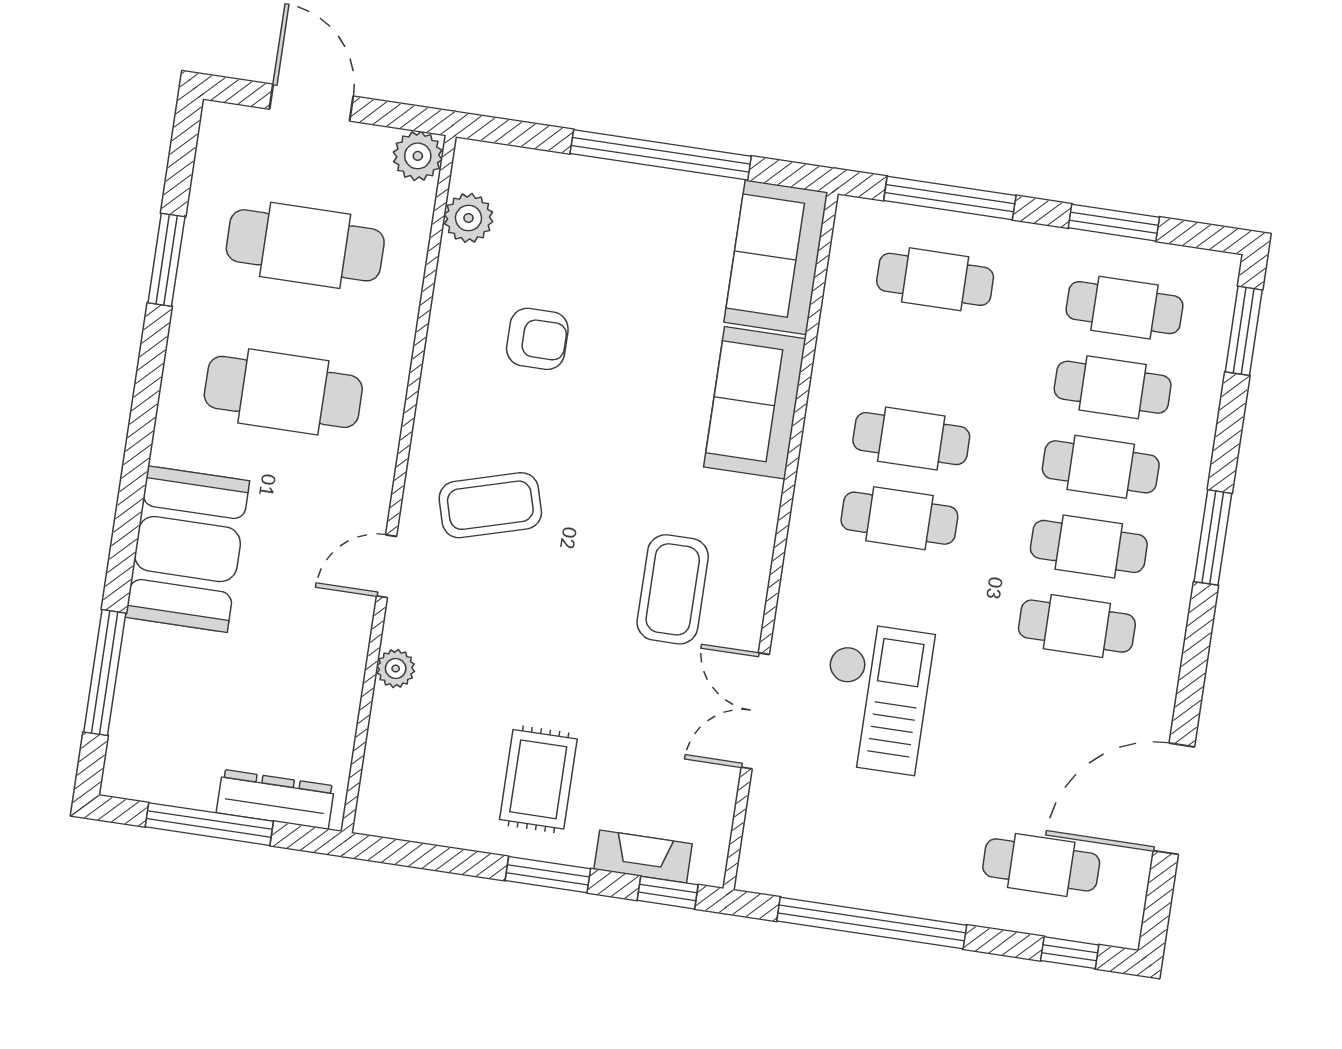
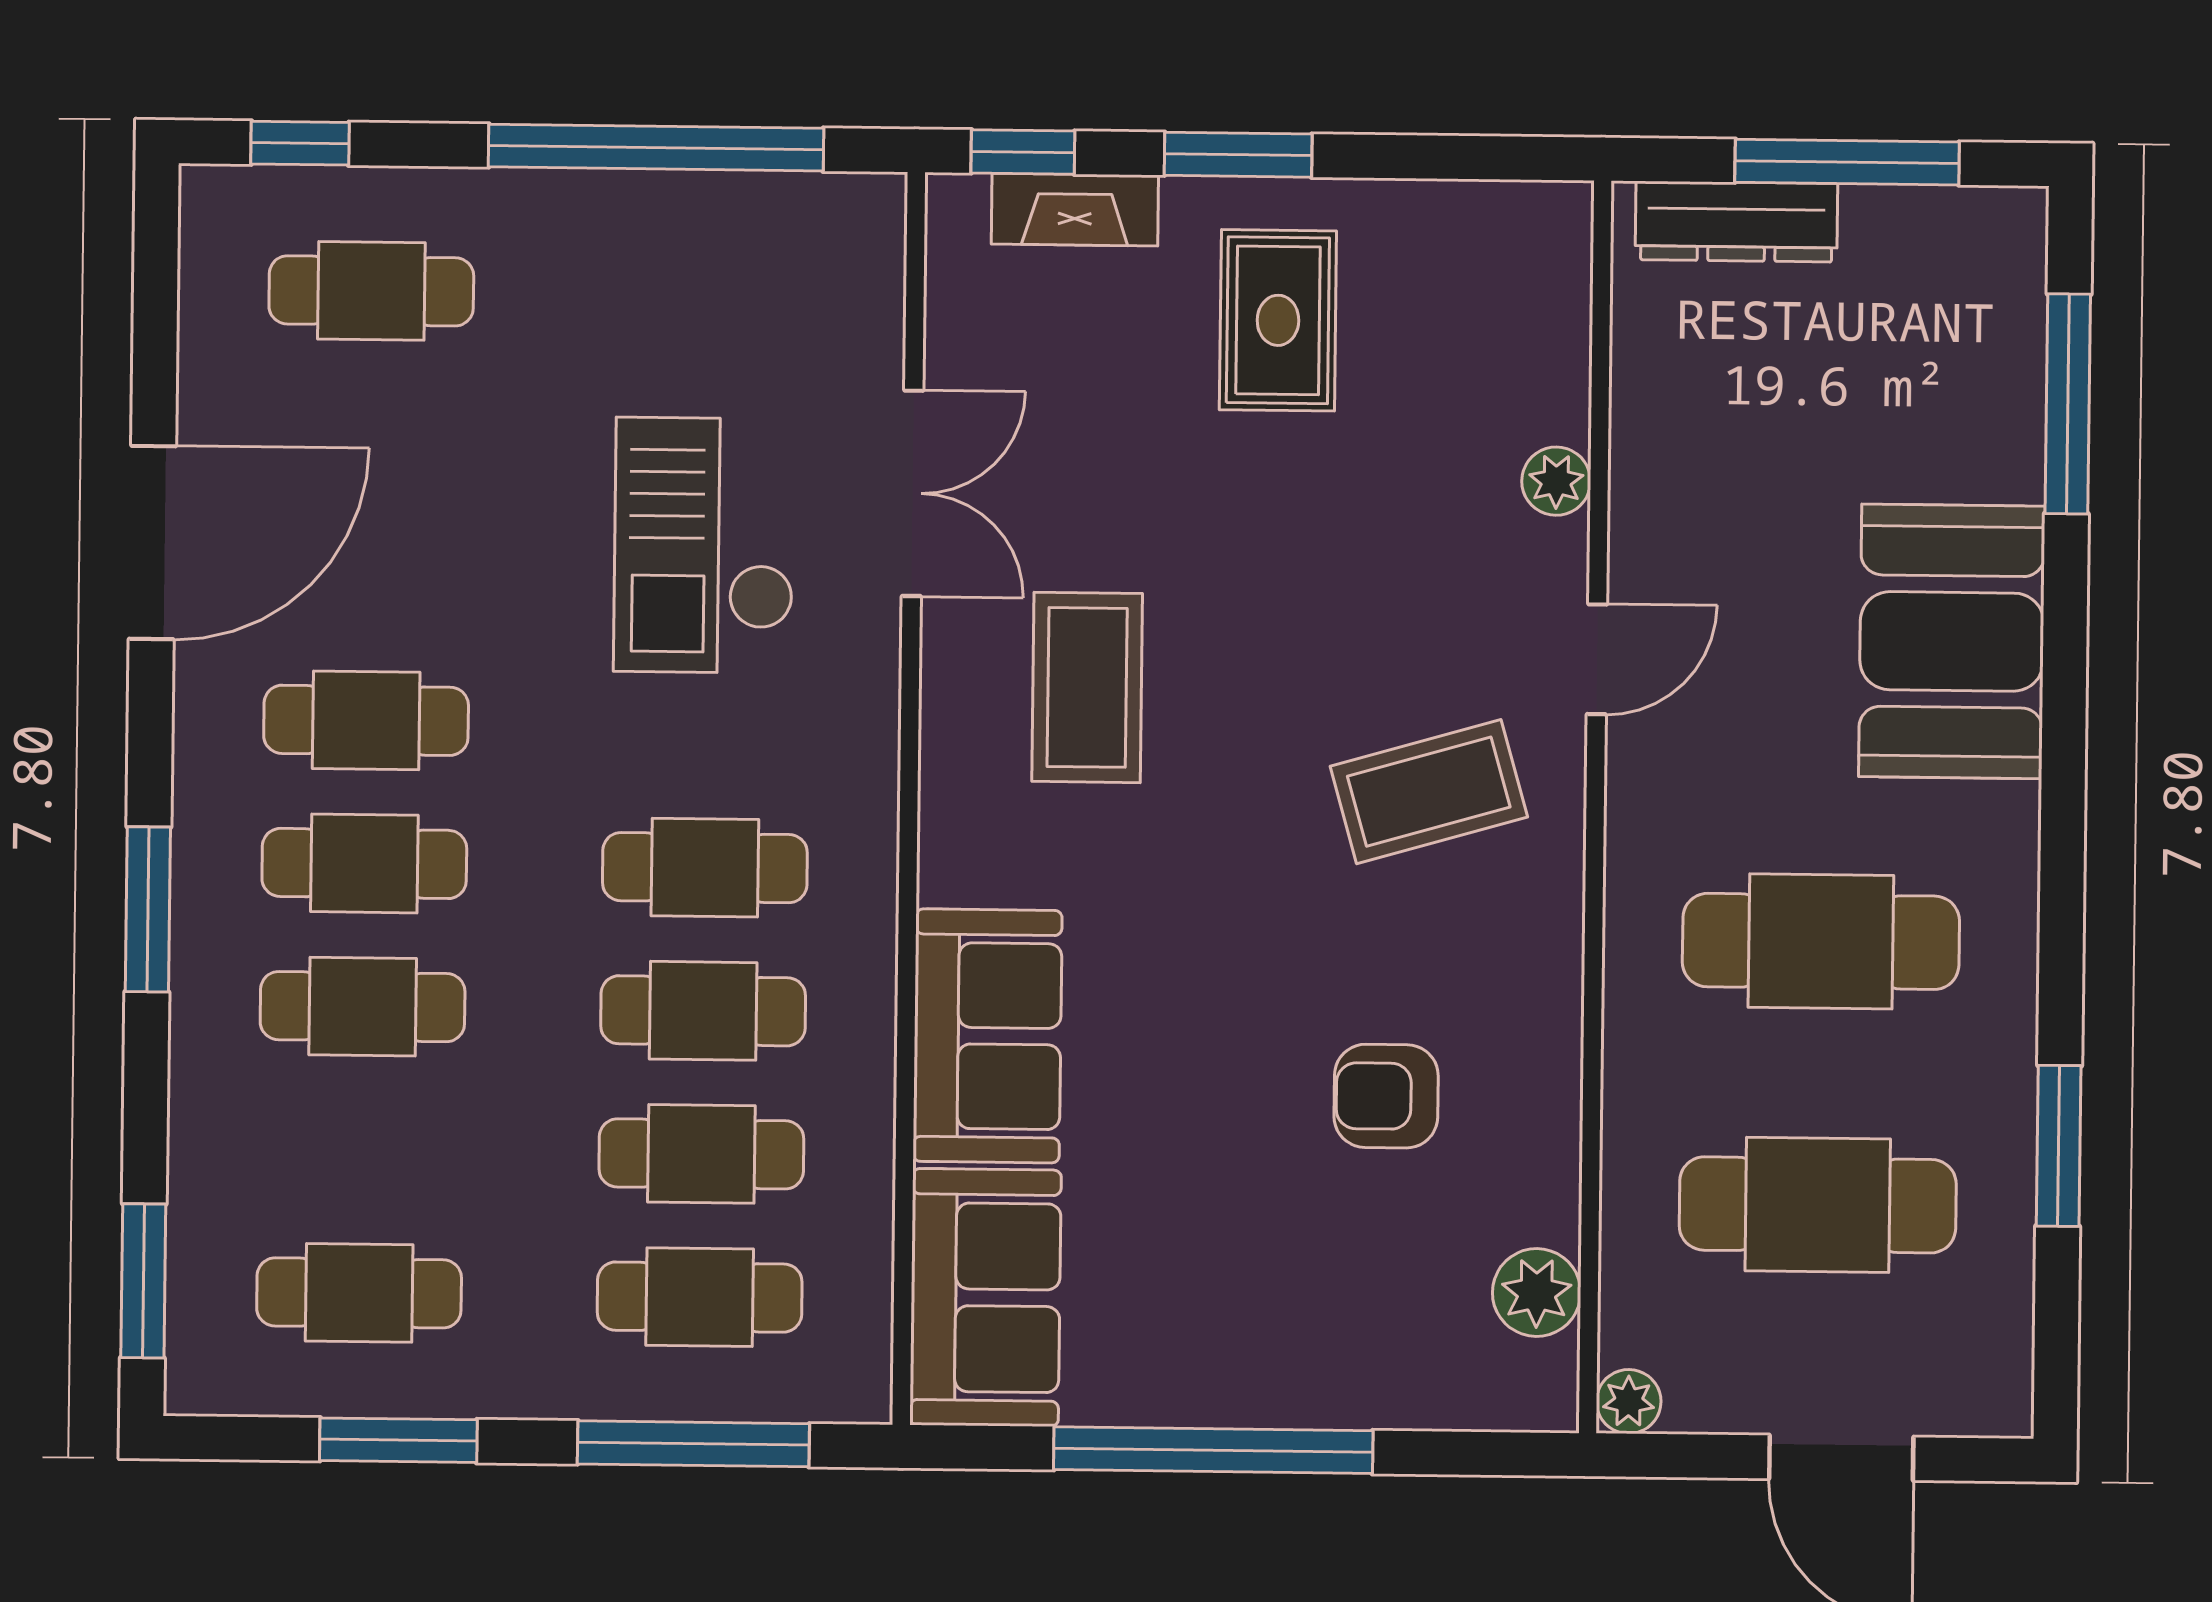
plant: (418, 156) -> (1629, 1402), width x0.73, depth x0.73
cafe table: (1113, 387) -> (701, 1154), moved
door: (1174, 799) -> (152, 543), moved

